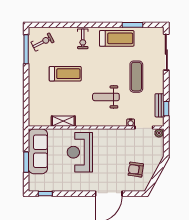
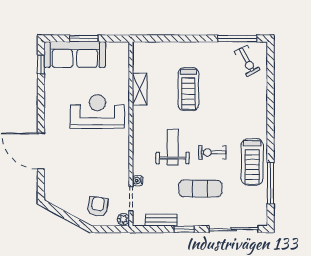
window: (133, 25) -> (270, 183), width x1.44
exercise bike: (83, 39) -> (212, 152), moved
treadmill: (65, 74) -> (188, 89), moved
window: (166, 109) -> (184, 229), moved
sofa: (38, 151) -> (75, 55), moved
armchair: (136, 170) -> (98, 207), moved

